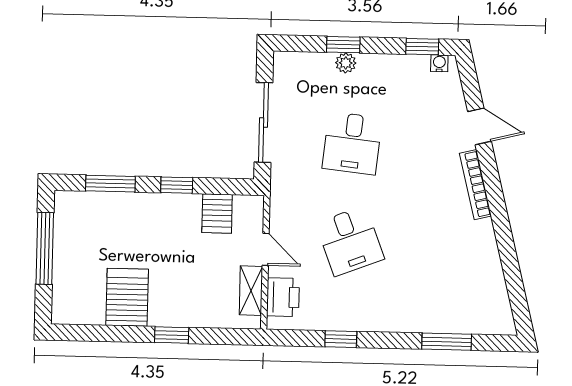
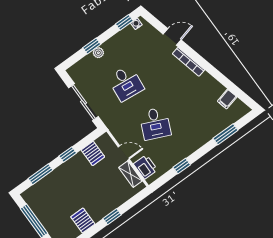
desk: (350, 241) -> (155, 123), turned 45
filing cabinet: (491, 289) -> (227, 99), added
server rack: (127, 297) -> (83, 220), width x0.73, depth x0.70

